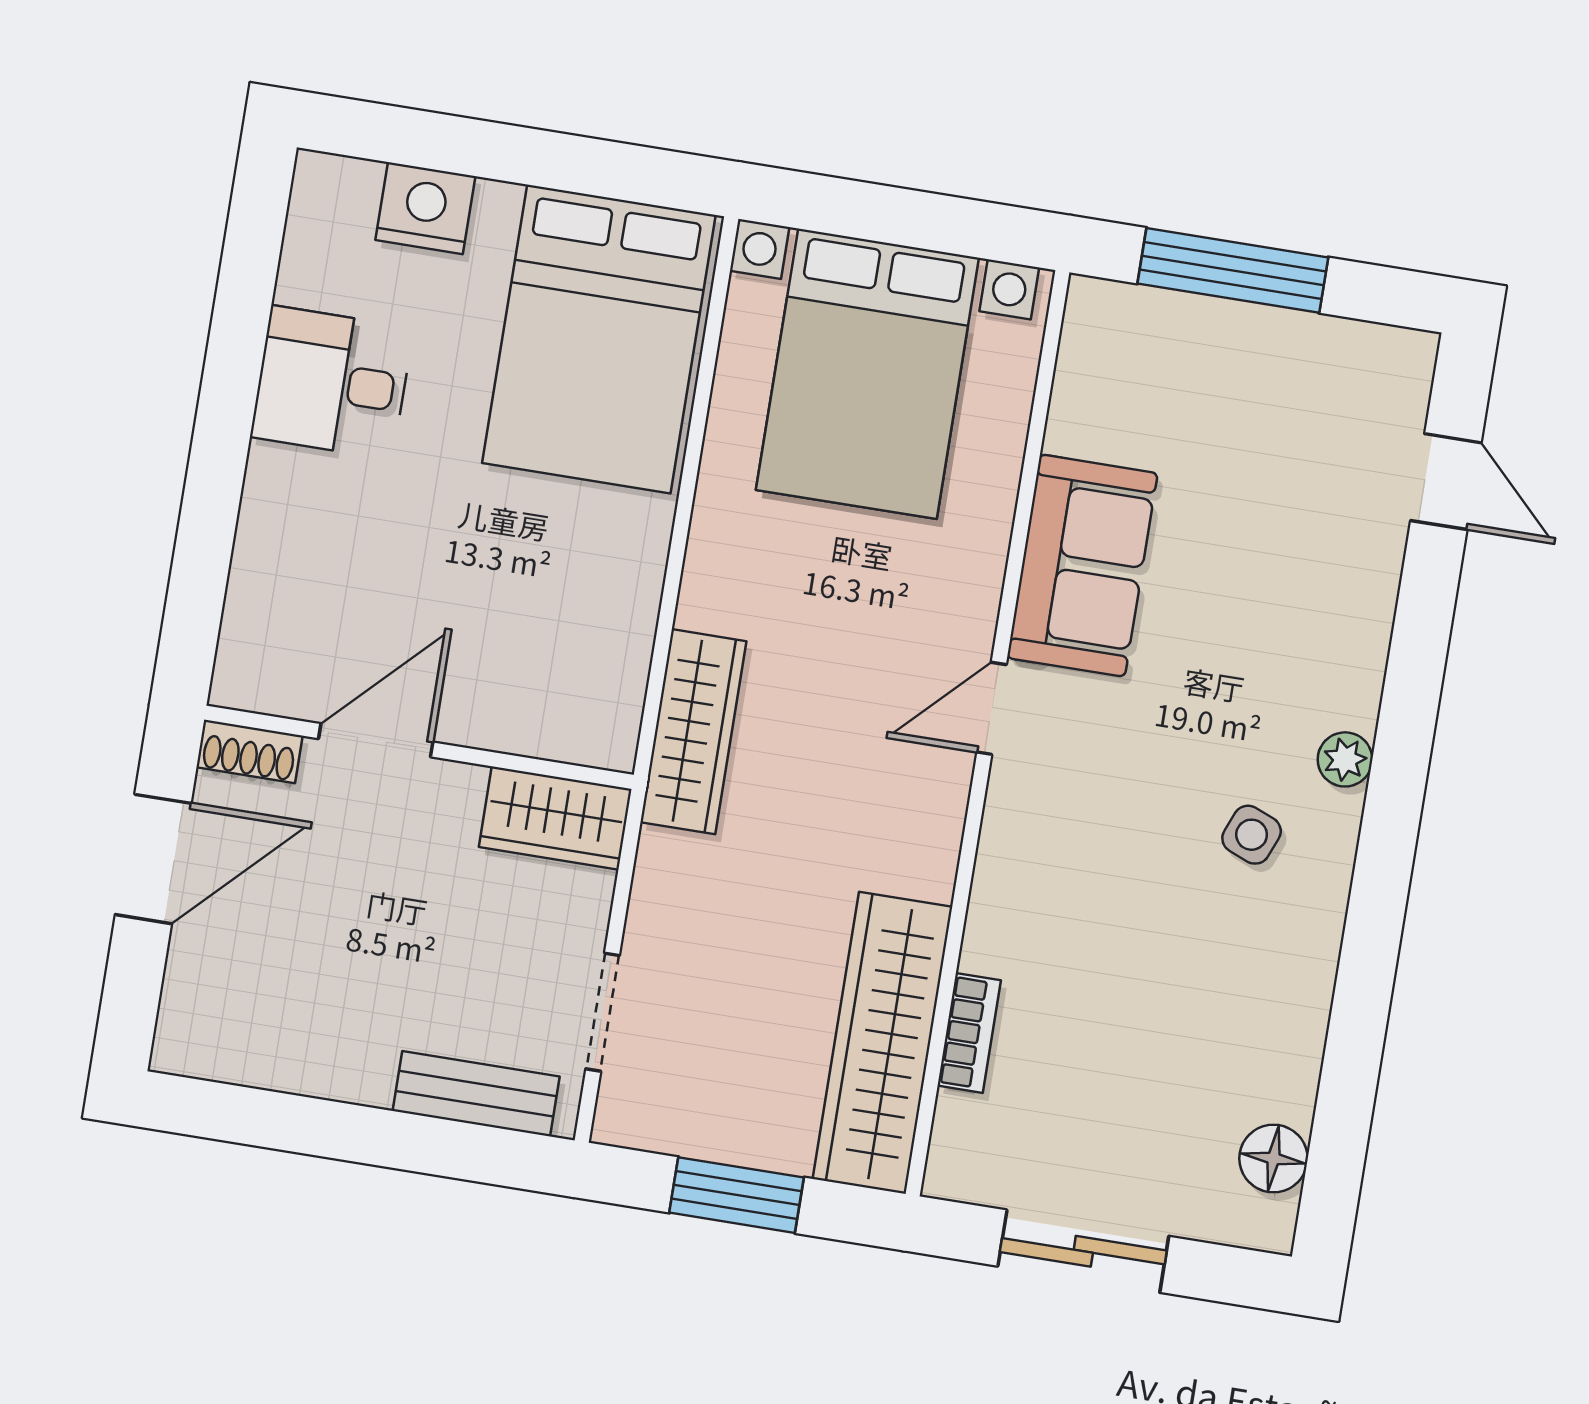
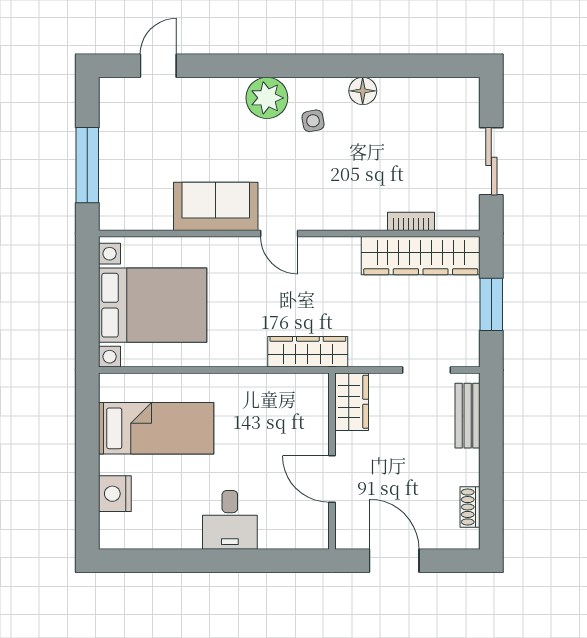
bed: (599, 339) -> (156, 428), width x0.67
desk: (332, 382) -> (230, 520), moved
shoe rack: (250, 751) -> (470, 507), moved, turned 180
plant: (1345, 759) -> (267, 98), width x1.88, depth x1.88
side table: (1252, 835) -> (313, 121), turned -32
floor lamp: (1273, 1159) -> (363, 91), moved

